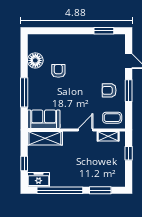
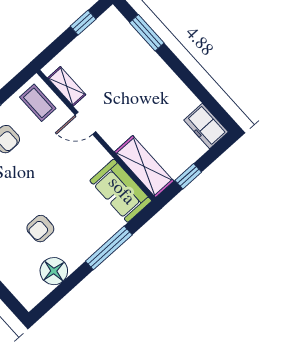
window: (129, 153) -> (83, 23), moved
window: (24, 164) -> (188, 176), moved
window: (60, 190) -> (194, 85), removed

